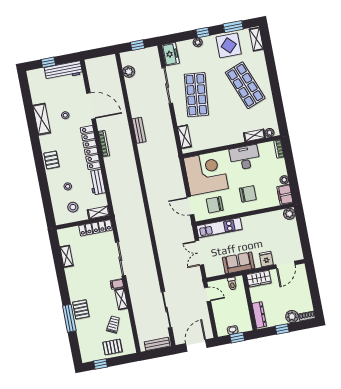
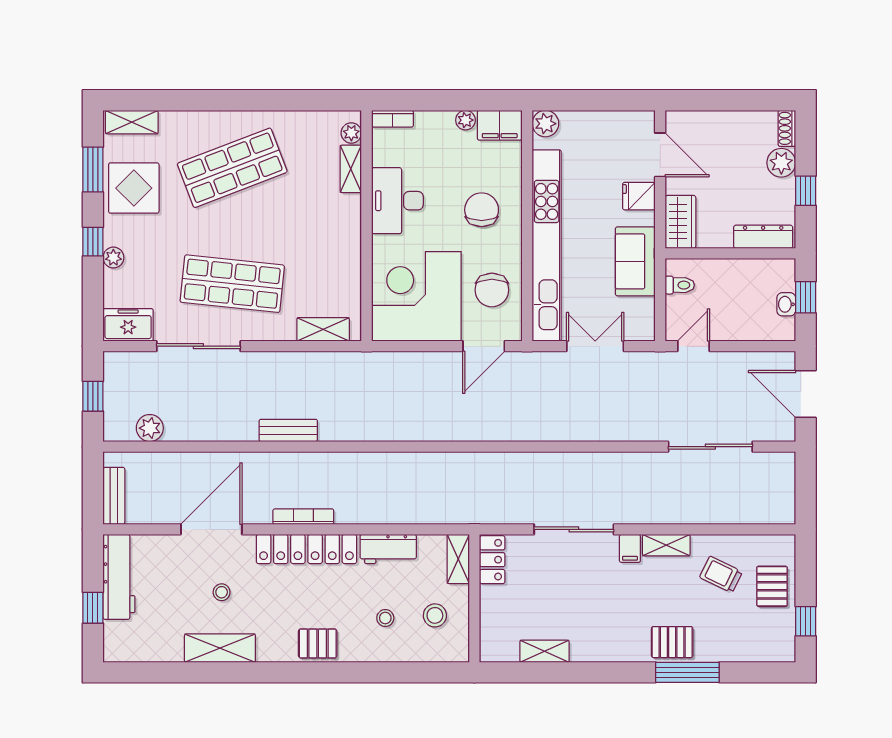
locker: (95, 228) -> (492, 560), width x0.66
kitchen unit: (219, 228) -> (547, 245), width x1.86
double door: (199, 253) -> (595, 346), swing flipped
bench: (157, 344) -> (114, 496), moved

